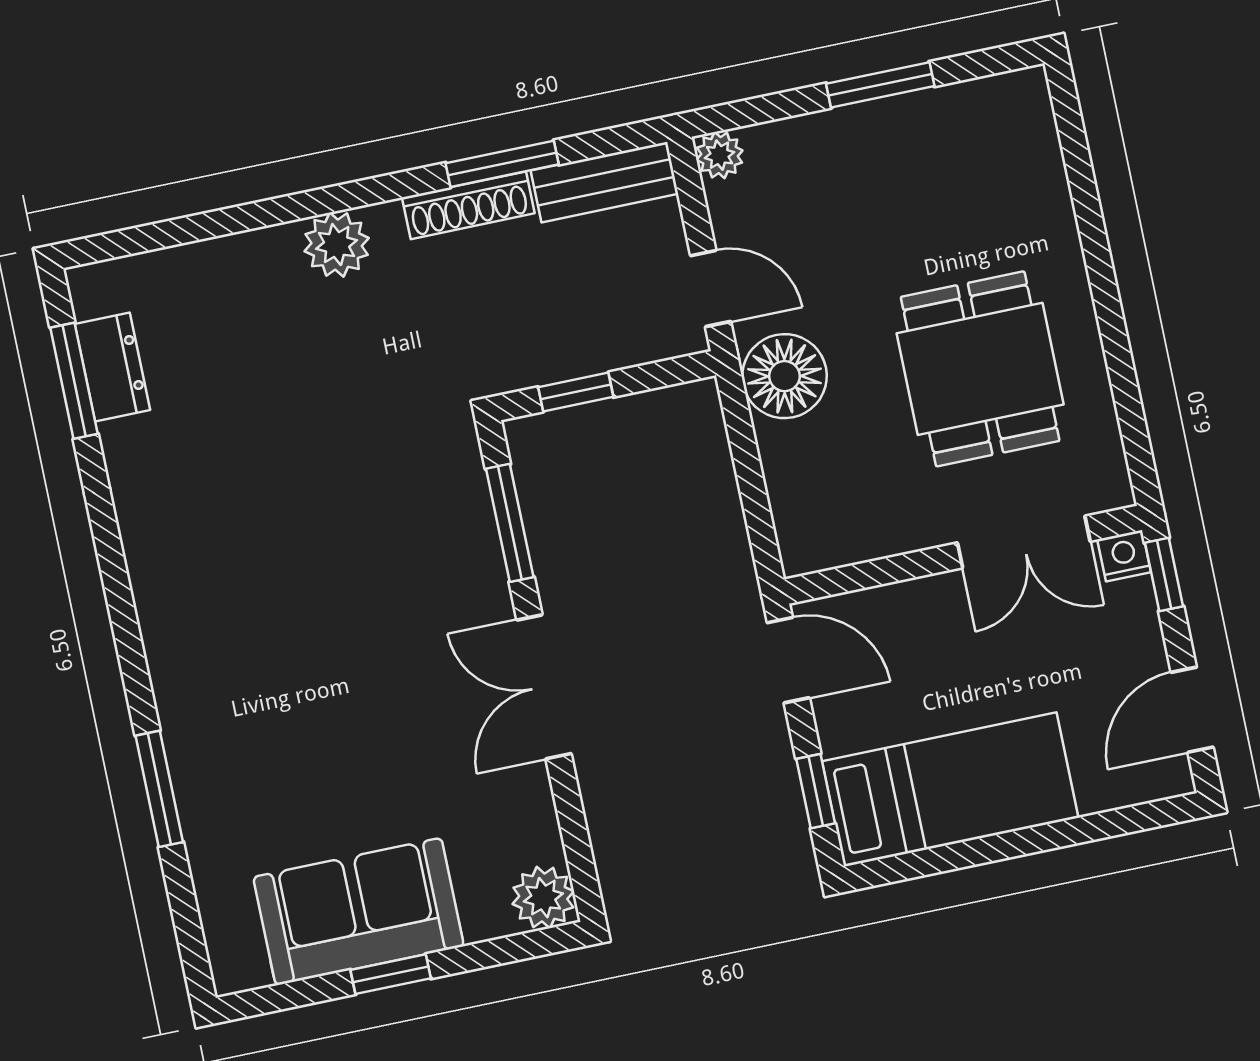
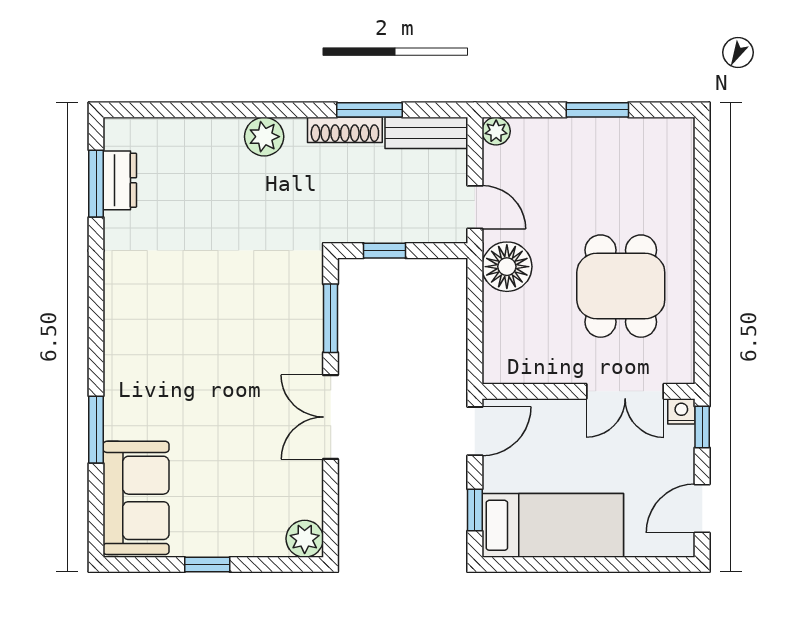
door: (788, 660) -> (475, 431), hinge flipped
sofa: (359, 912) -> (136, 498), moved, turned 90

